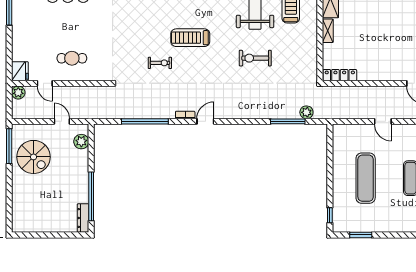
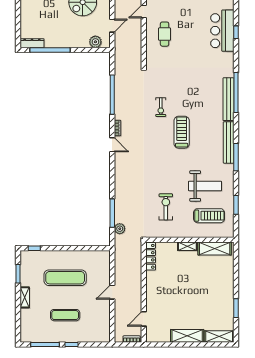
exercise bike: (255, 58) -> (166, 207), moved
shelving: (389, 227) -> (25, 297), added

